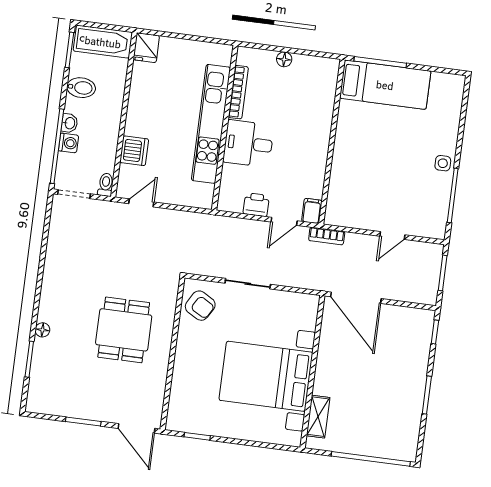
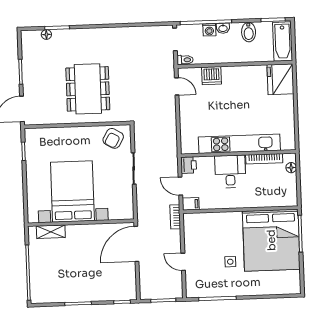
fridge: (146, 48) -> (280, 79), width x1.88, depth x1.34
bed: (385, 85) -> (271, 240), width x2.04
bookcase: (238, 92) -> (264, 159), moved
kitchen unit: (211, 124) -> (239, 144), moved
wall: (225, 128) -> (238, 154), moved
desk: (248, 144) -> (230, 171), moved
side table: (443, 163) -> (230, 262), moved
floor lamp: (42, 330) -> (46, 34), moved
dining table: (124, 330) -> (88, 89), width x1.38

